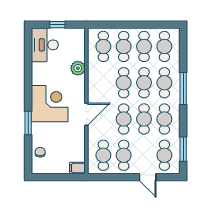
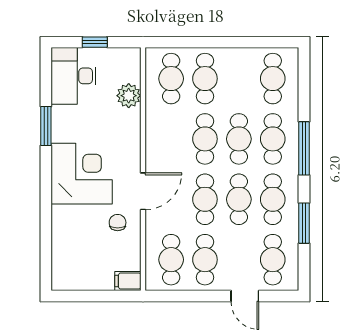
cafe table: (144, 46) -> (239, 79), removed
plant: (78, 68) -> (129, 96), moved
window: (28, 123) -> (46, 126), moved
window: (183, 149) -> (304, 223), moved
chair: (40, 152) -> (118, 223), moved

